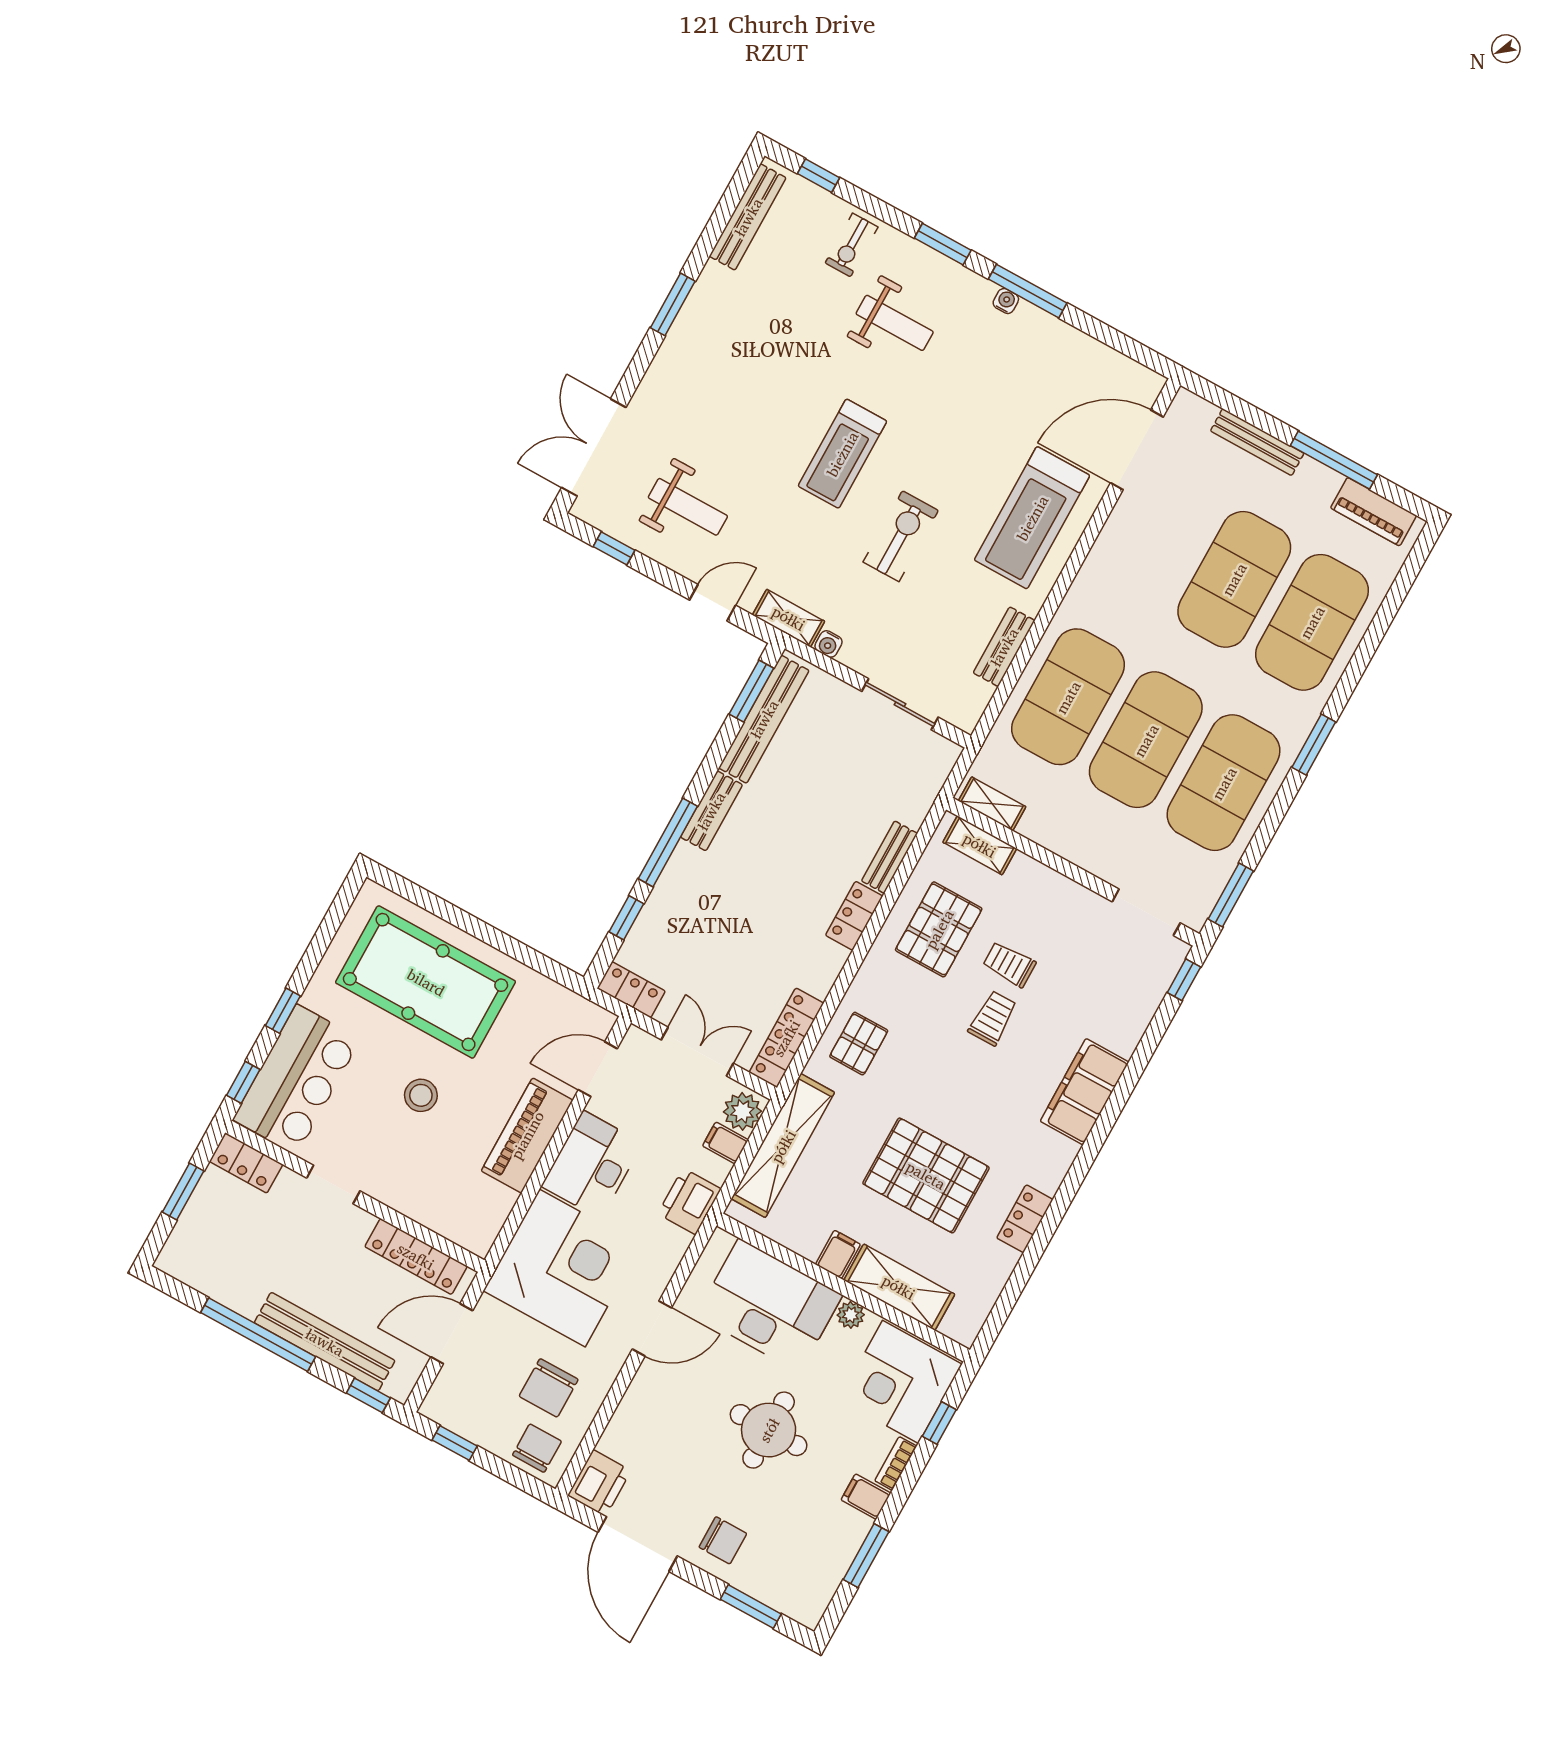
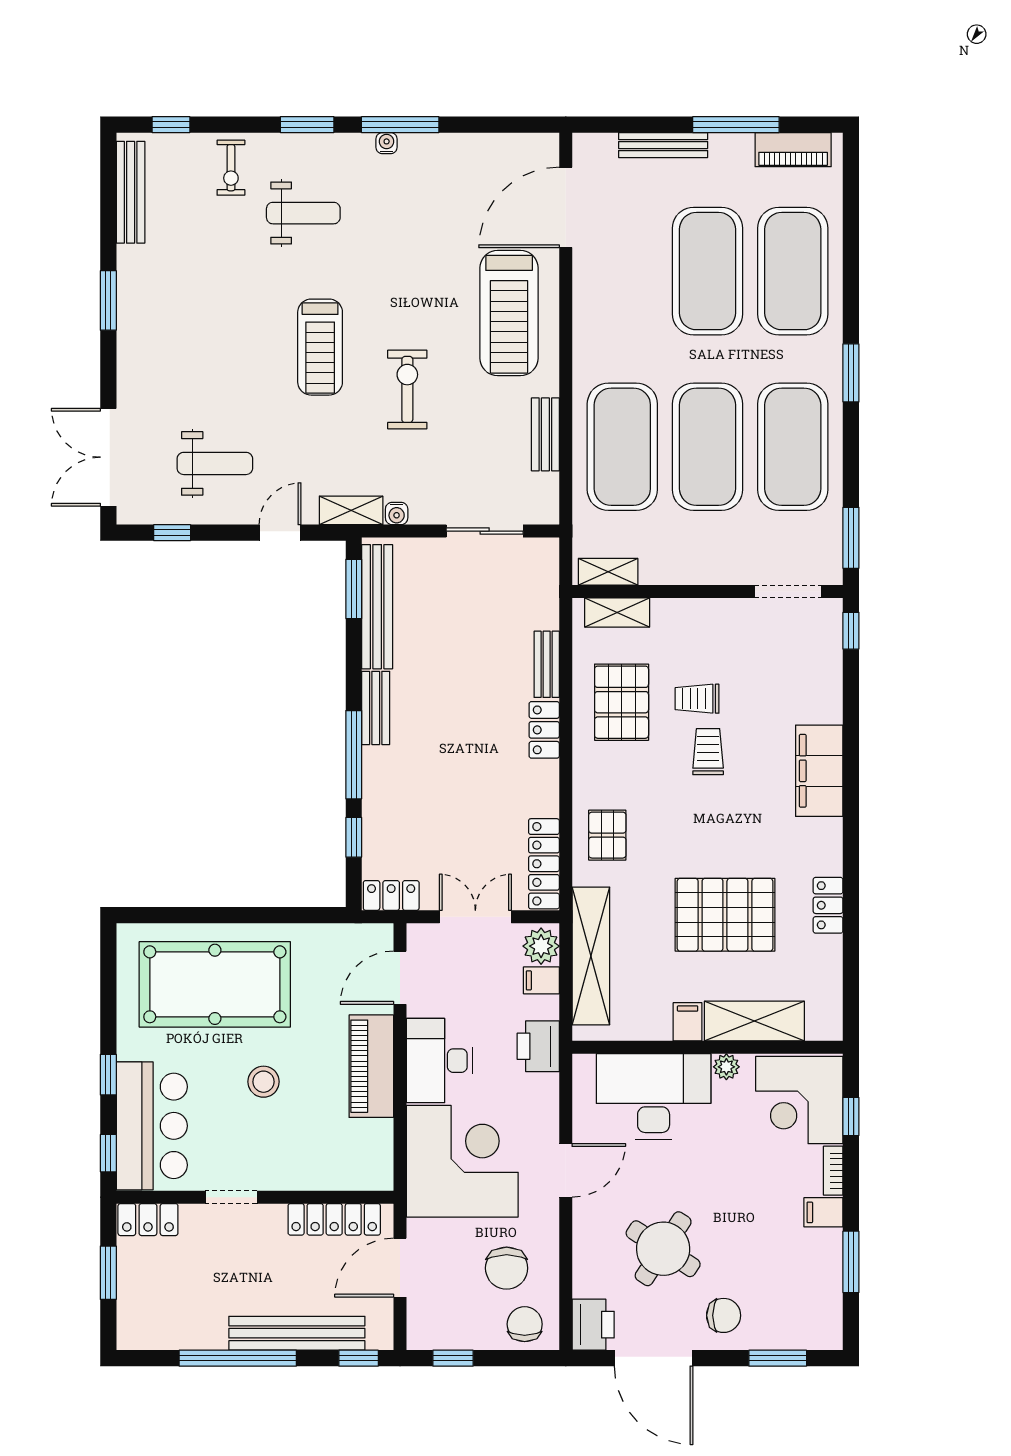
round table: (769, 1430) -> (663, 1249), moved, turned 33

